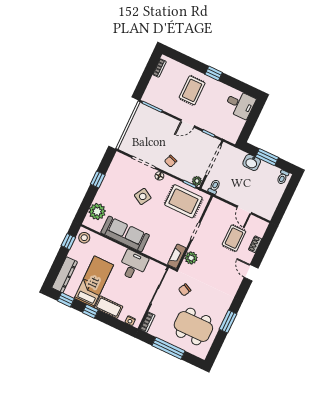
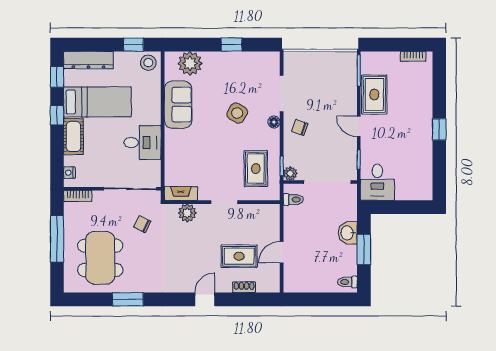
rug: (192, 90) -> (374, 95), moved, turned 90
desk: (240, 104) -> (377, 182), moved
rug: (183, 201) -> (256, 169), width x0.73, depth x0.70
sofa: (125, 234) -> (178, 105), width x0.73

